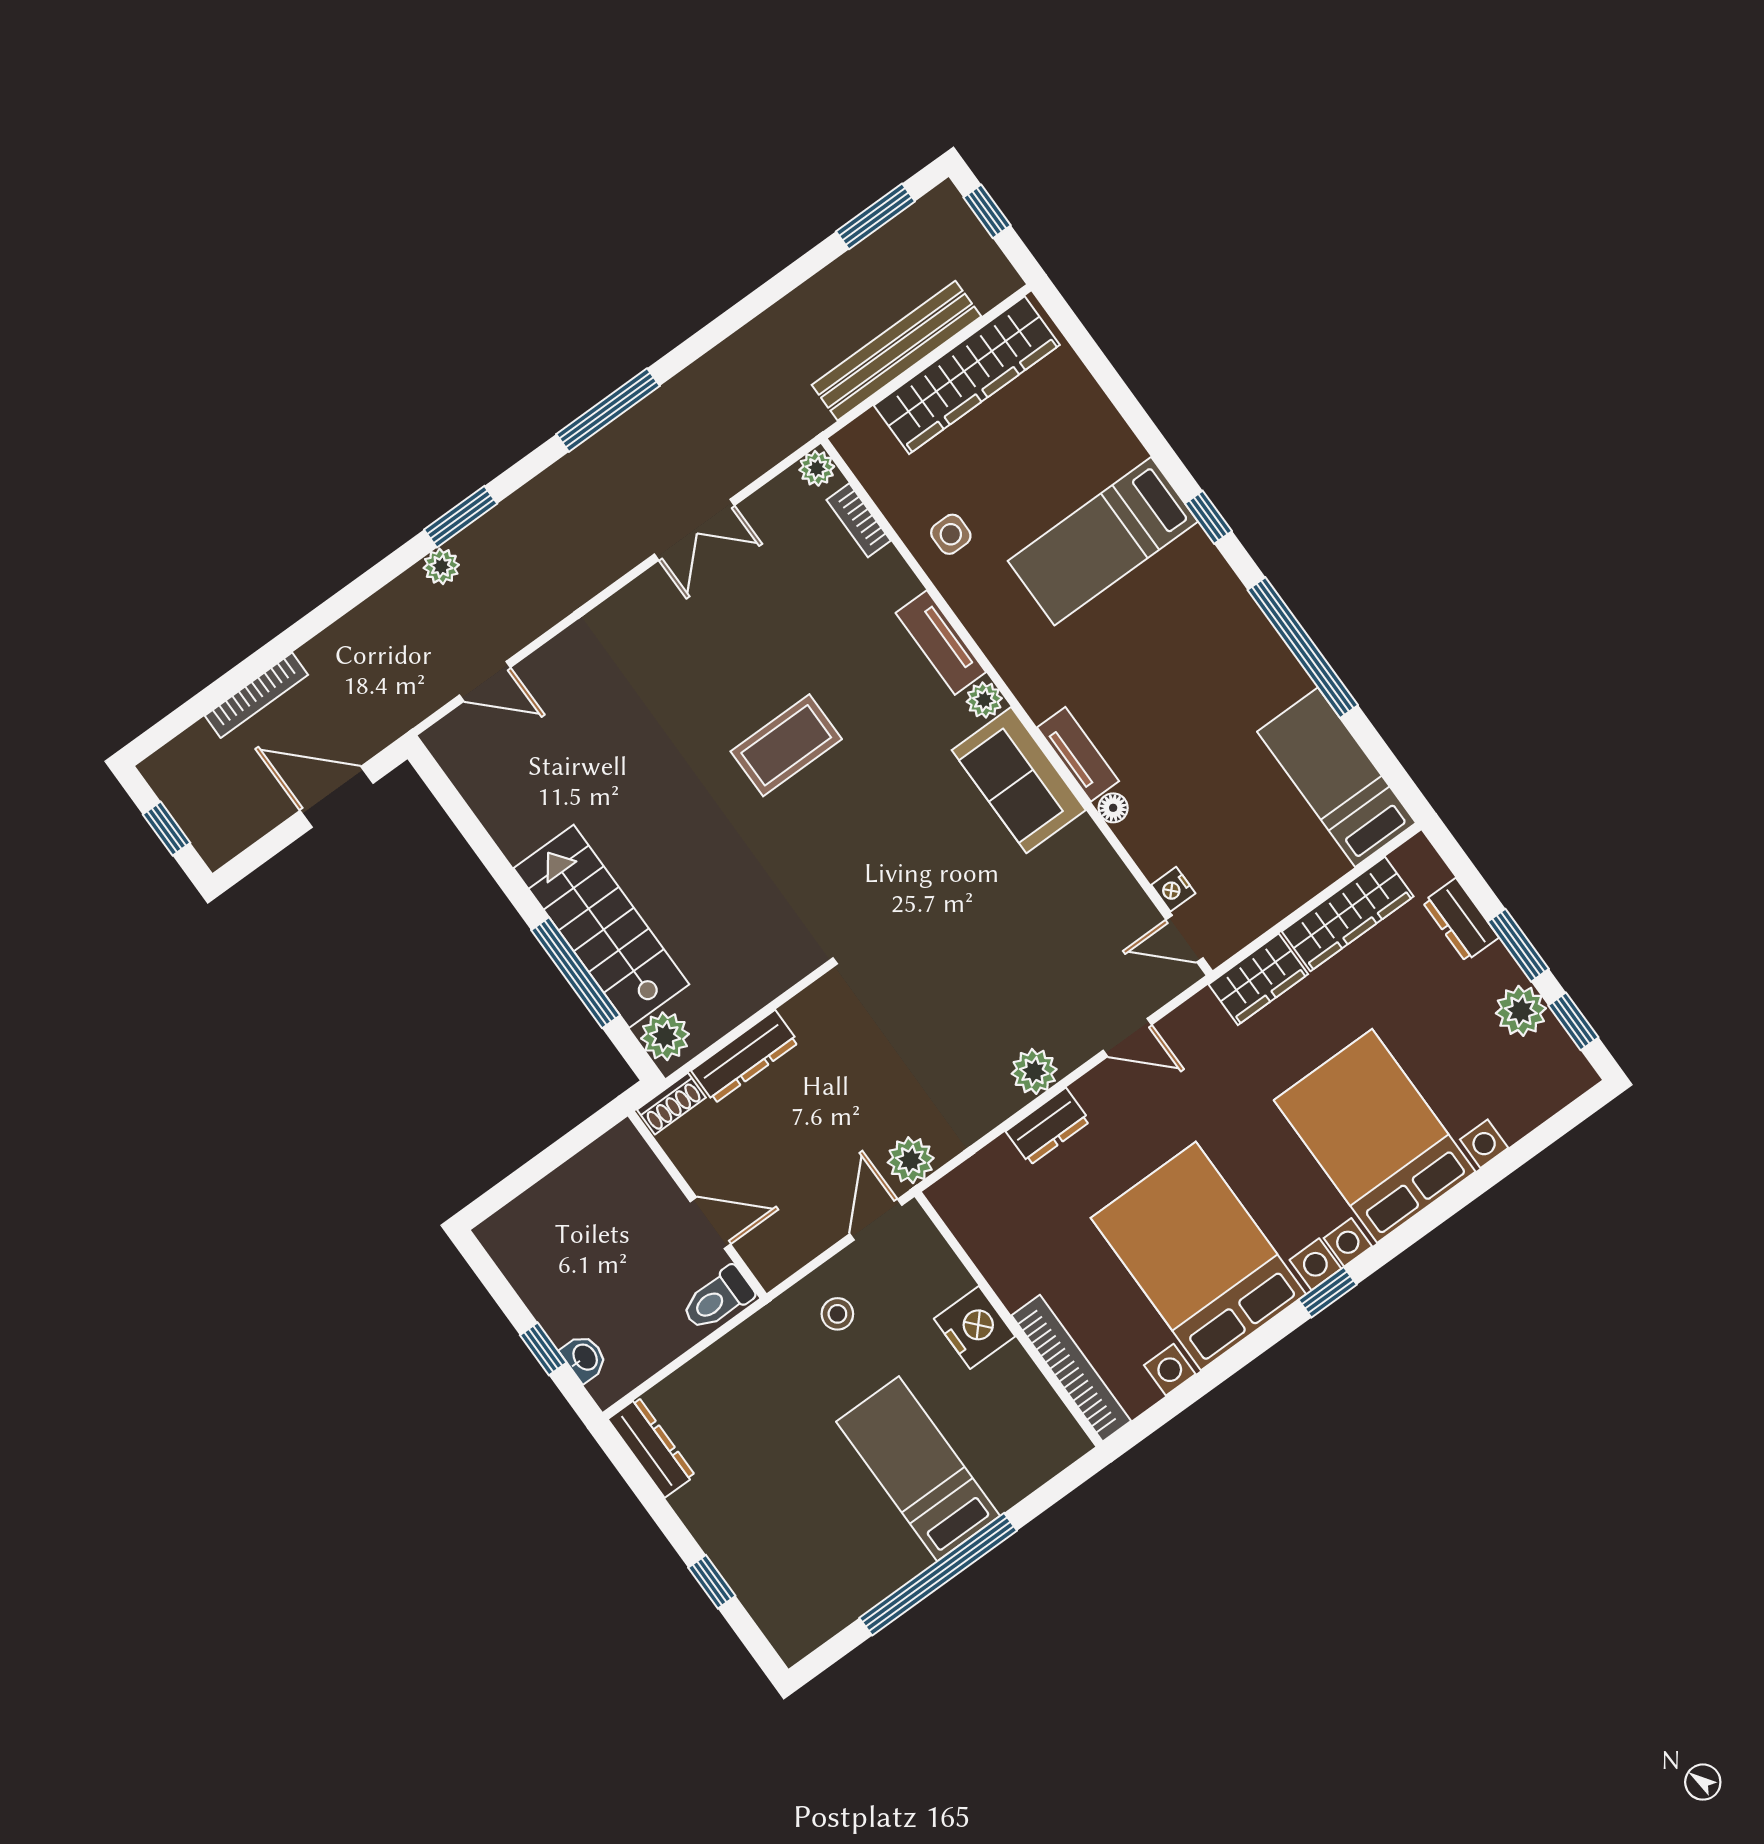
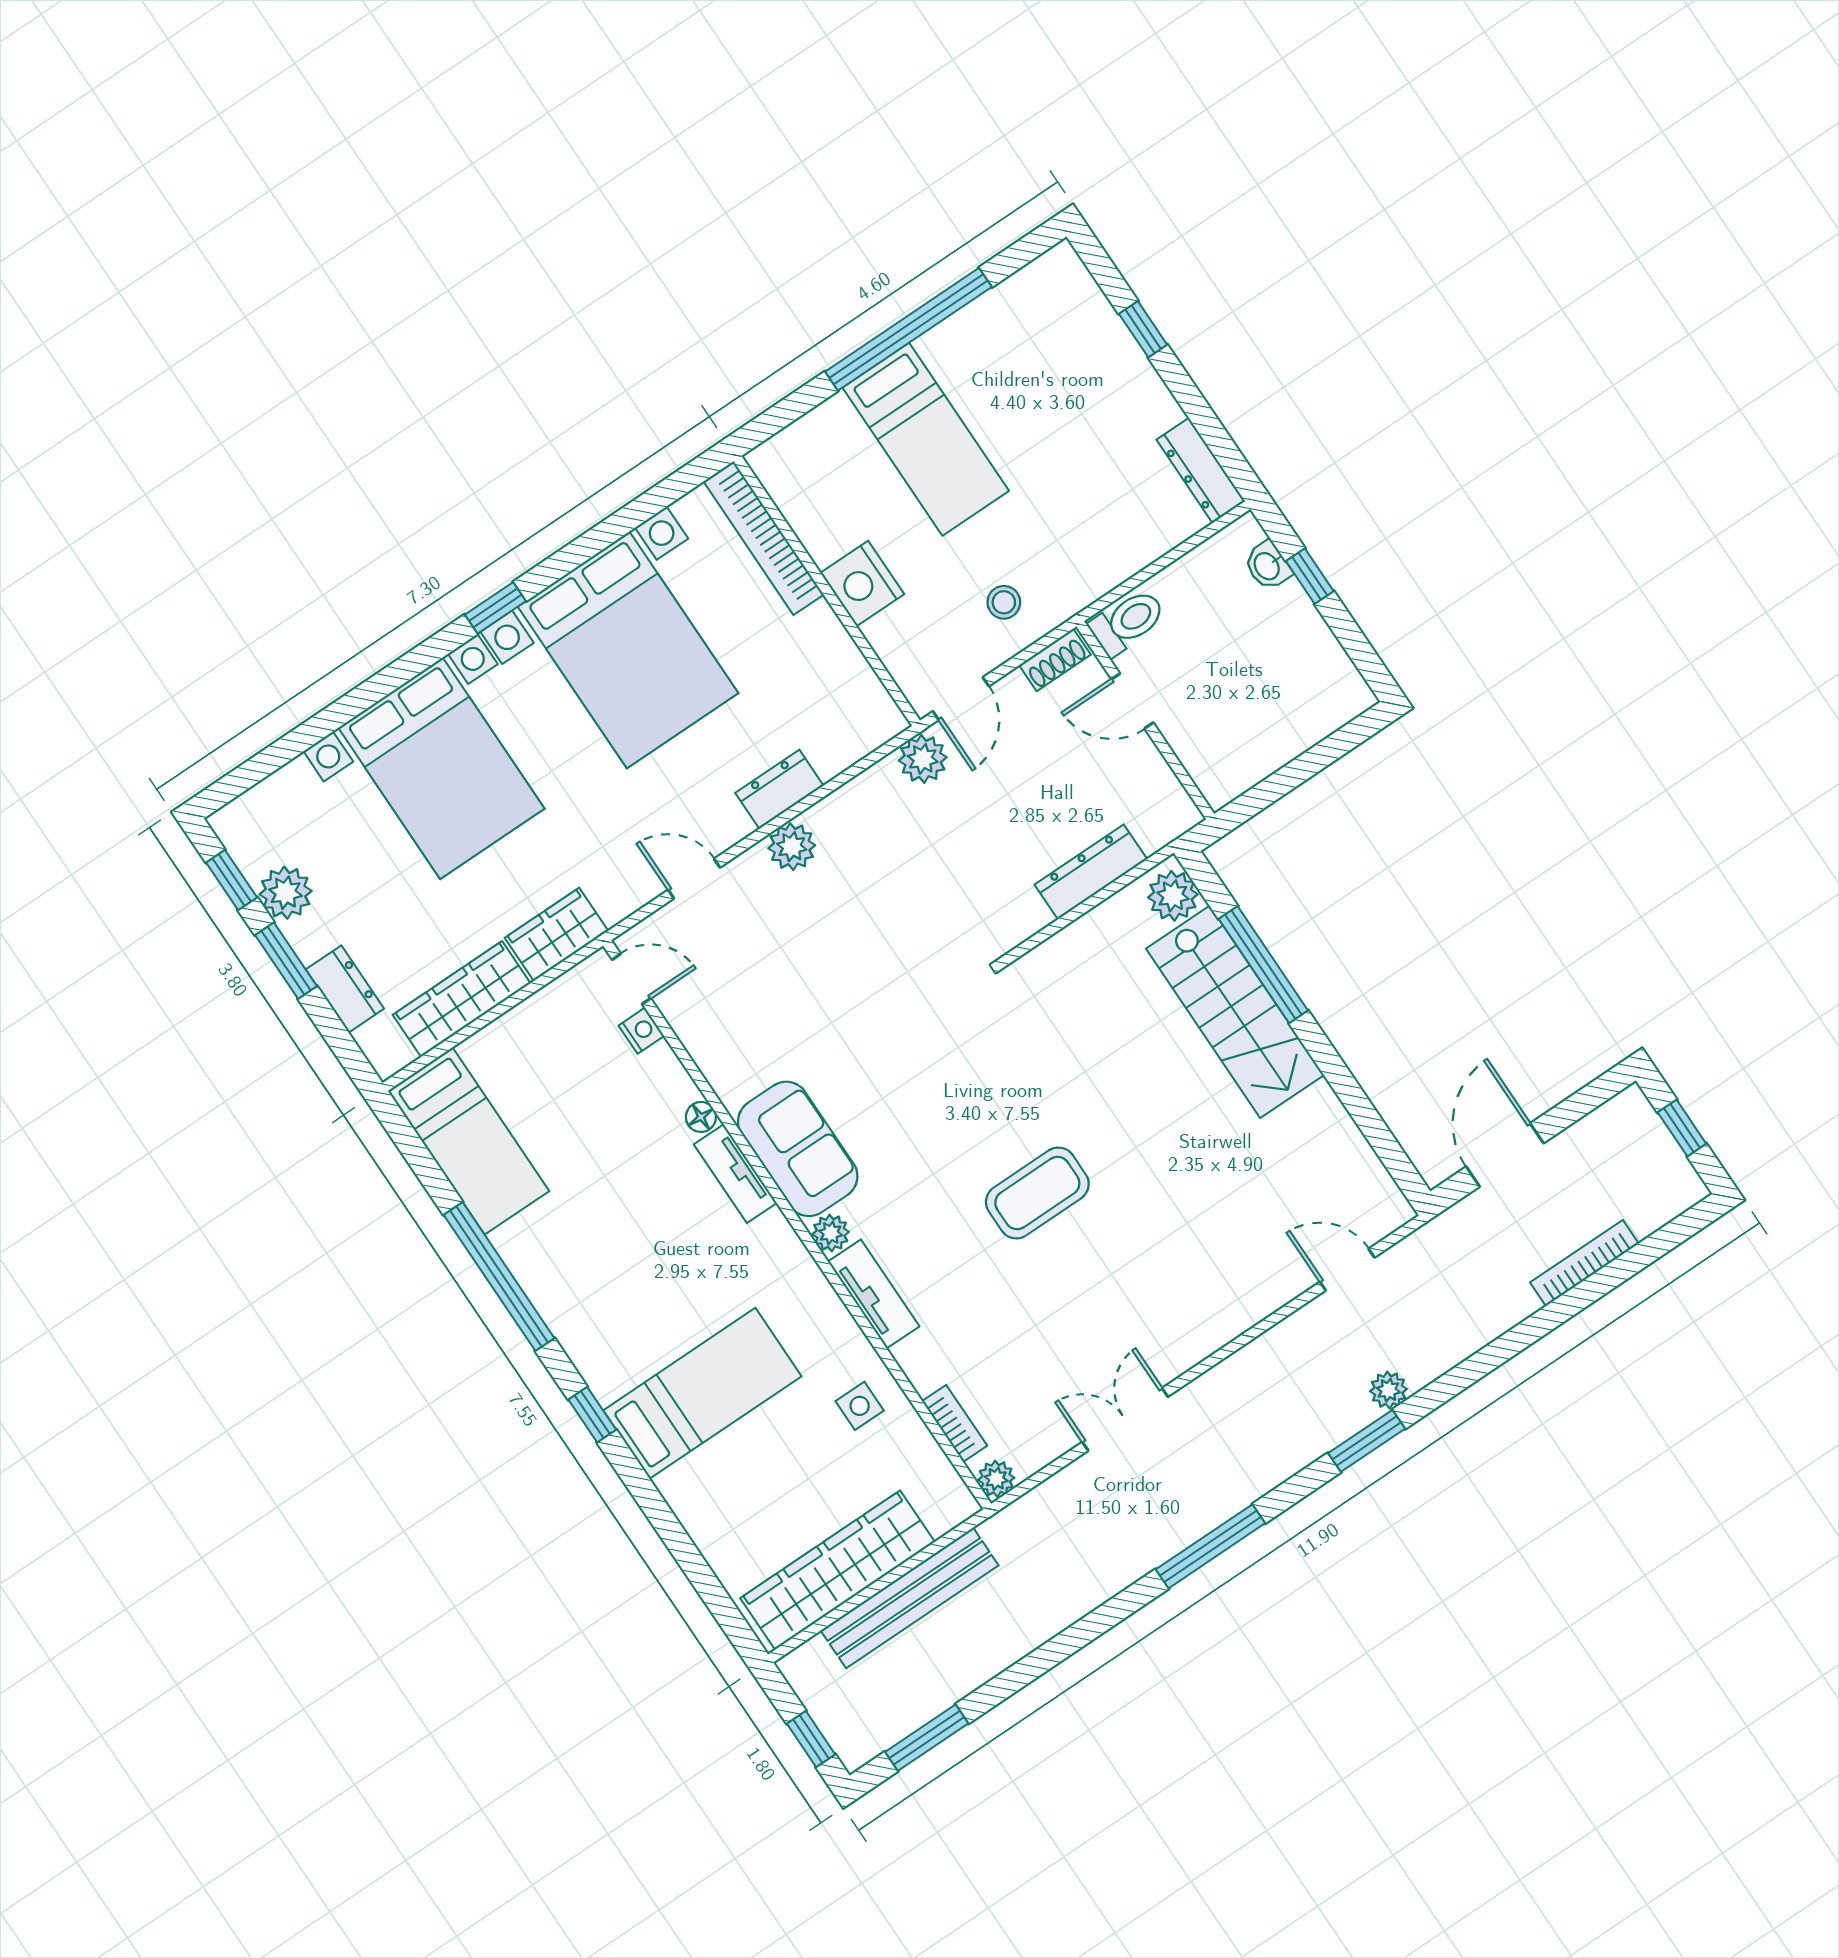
door: (336, 797) -> (1505, 1155), swing flipped
shoe rack: (671, 1104) -> (1055, 660), moved, turned 180

